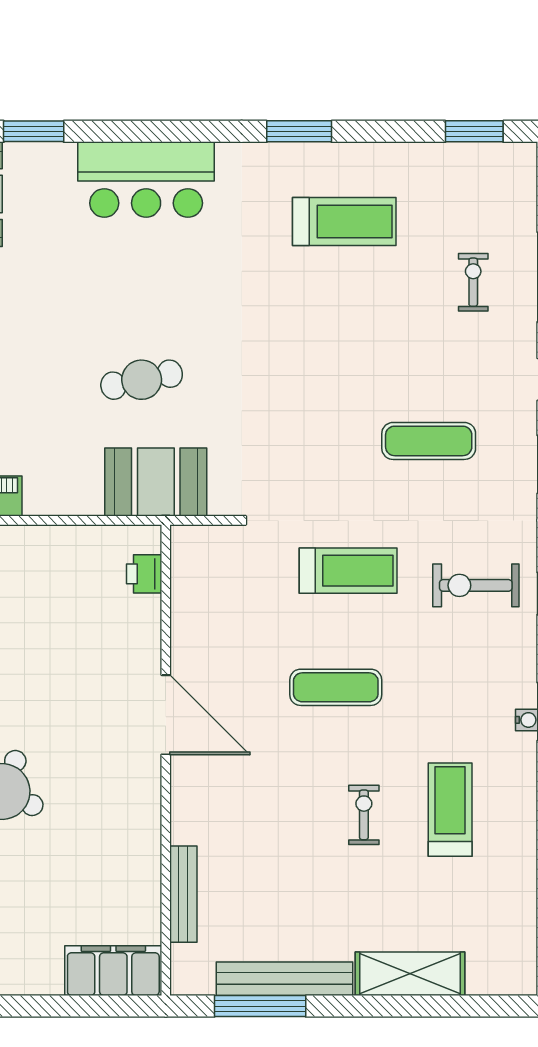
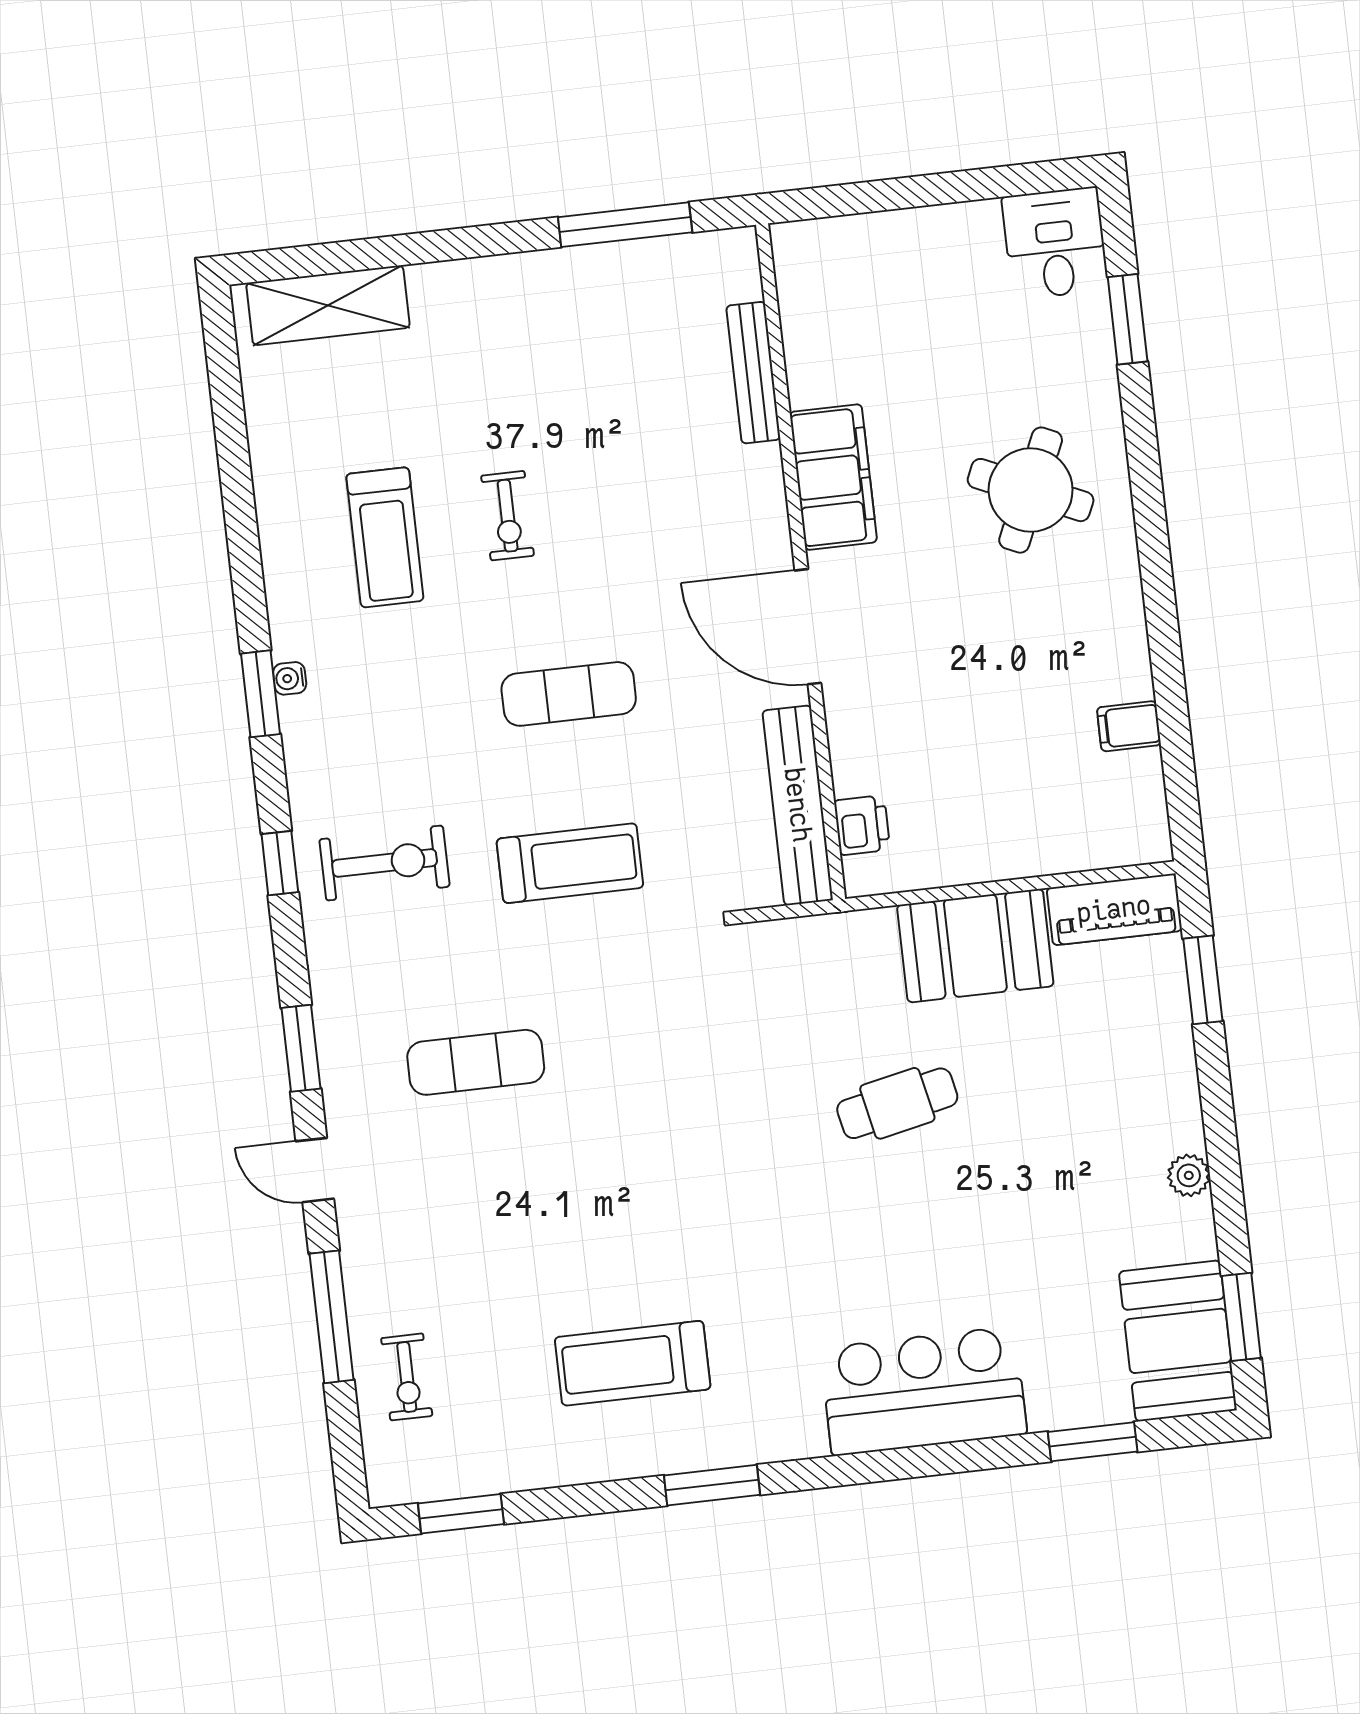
exercise bike: (473, 282) -> (407, 1377), moved
booth: (156, 482) -> (975, 946), moved
treadmill: (348, 571) -> (570, 863), turned 180
filing cabinet: (113, 971) -> (833, 477), moved, turned -90
shelving: (410, 974) -> (328, 305), moved
bench: (284, 979) -> (798, 805), moved, turned 90

